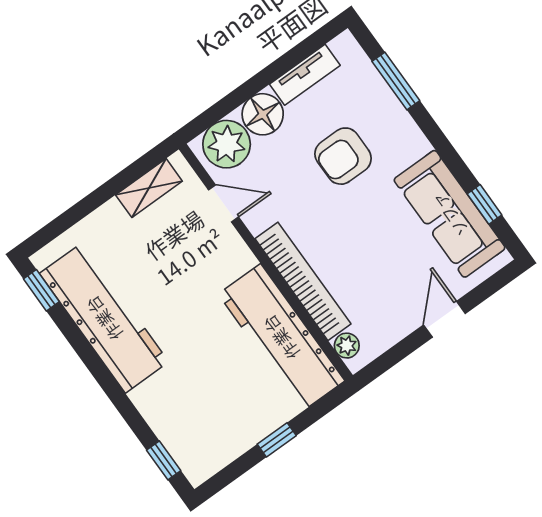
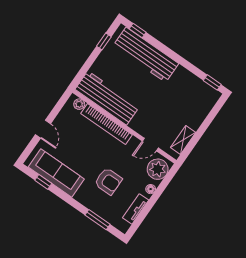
floor lamp: (263, 114) -> (151, 189), width x0.53, depth x0.53
armchair: (343, 156) -> (108, 181), turned 90
workbench: (104, 318) -> (146, 55), moved
window: (277, 440) -> (104, 41), moved

